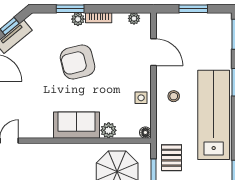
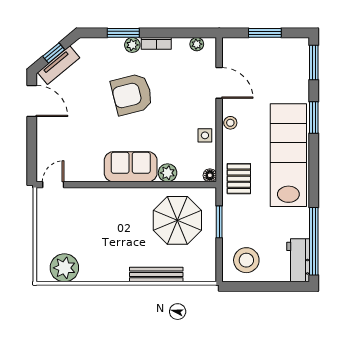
stool: (174, 96) -> (230, 123), moved
pallet: (171, 158) -> (239, 179), moved

